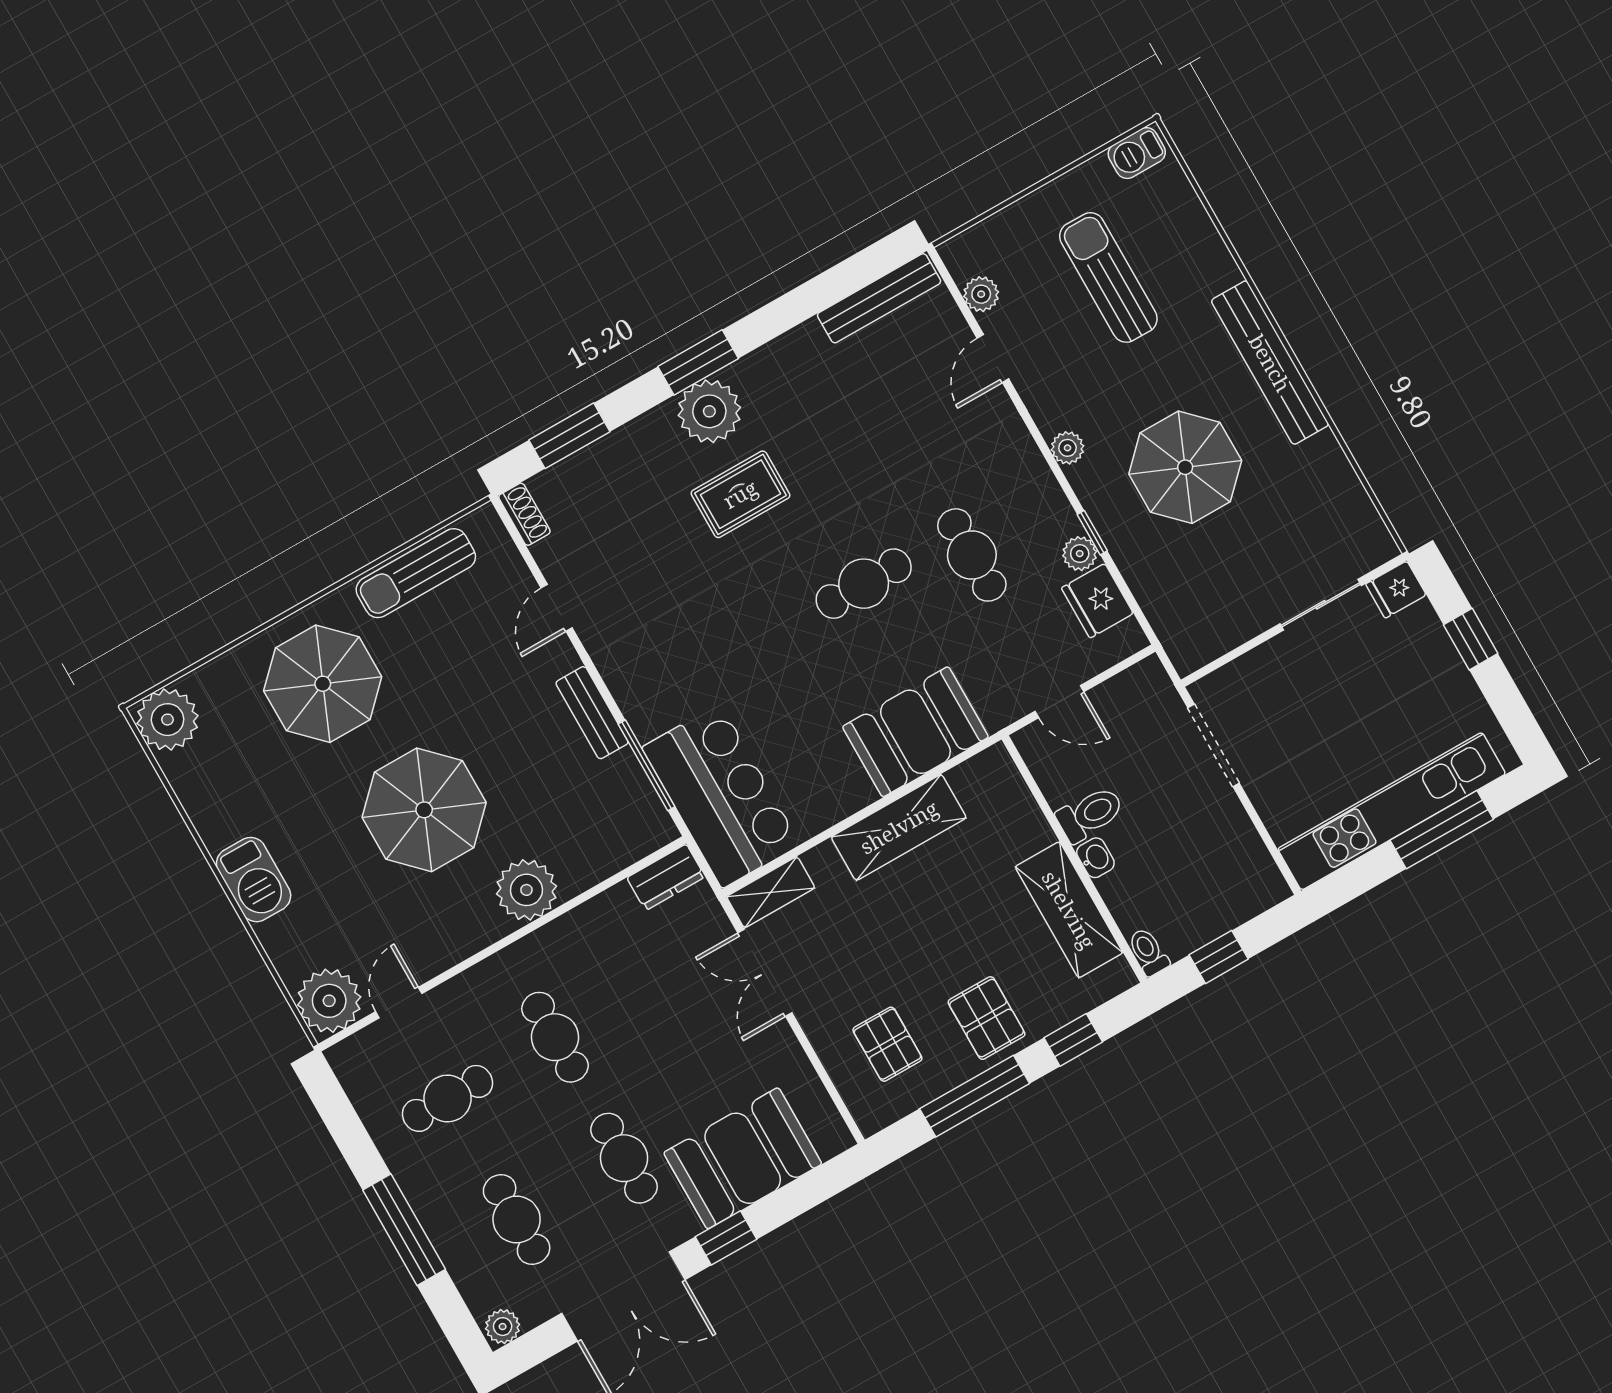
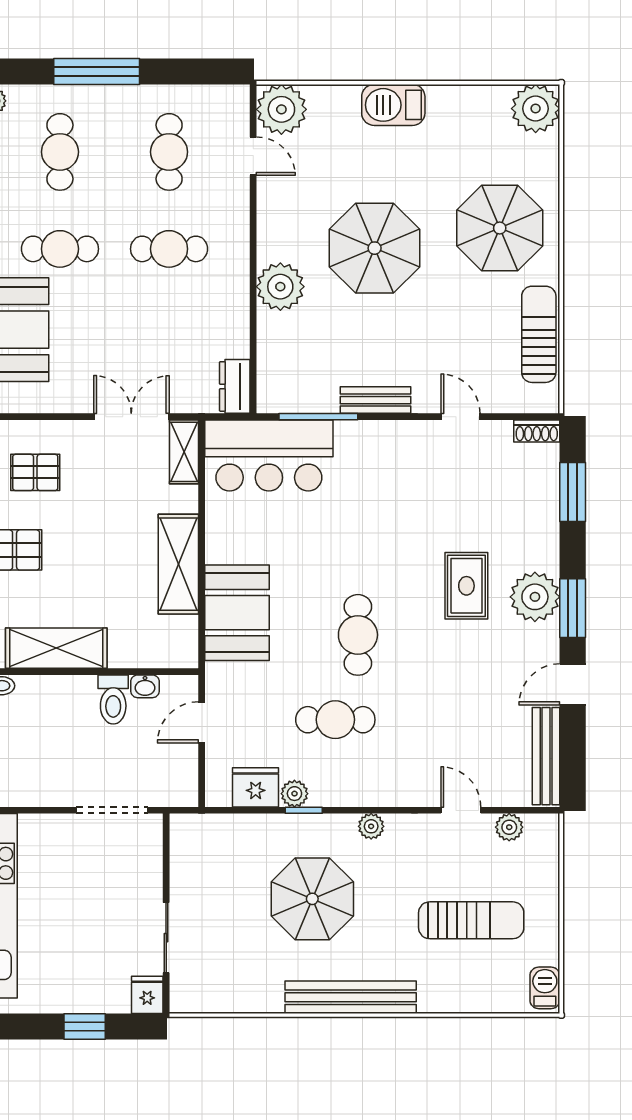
door: (783, 314) -> (573, 684), added
washbasin: (1095, 858) -> (145, 686), moved
cafe table: (517, 1219) -> (60, 152), turned 90

